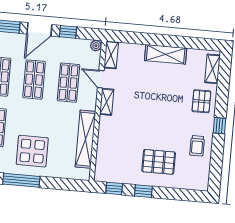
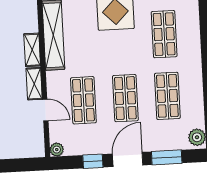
shelving: (111, 55) -> (32, 50), moved

